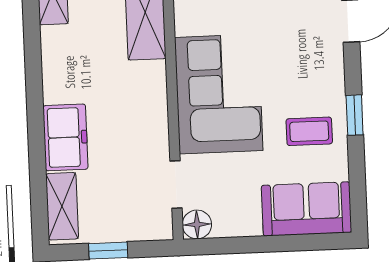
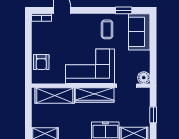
wardrobe: (150, 108) -> (95, 95), added
window: (355, 115) -> (124, 10), moved

